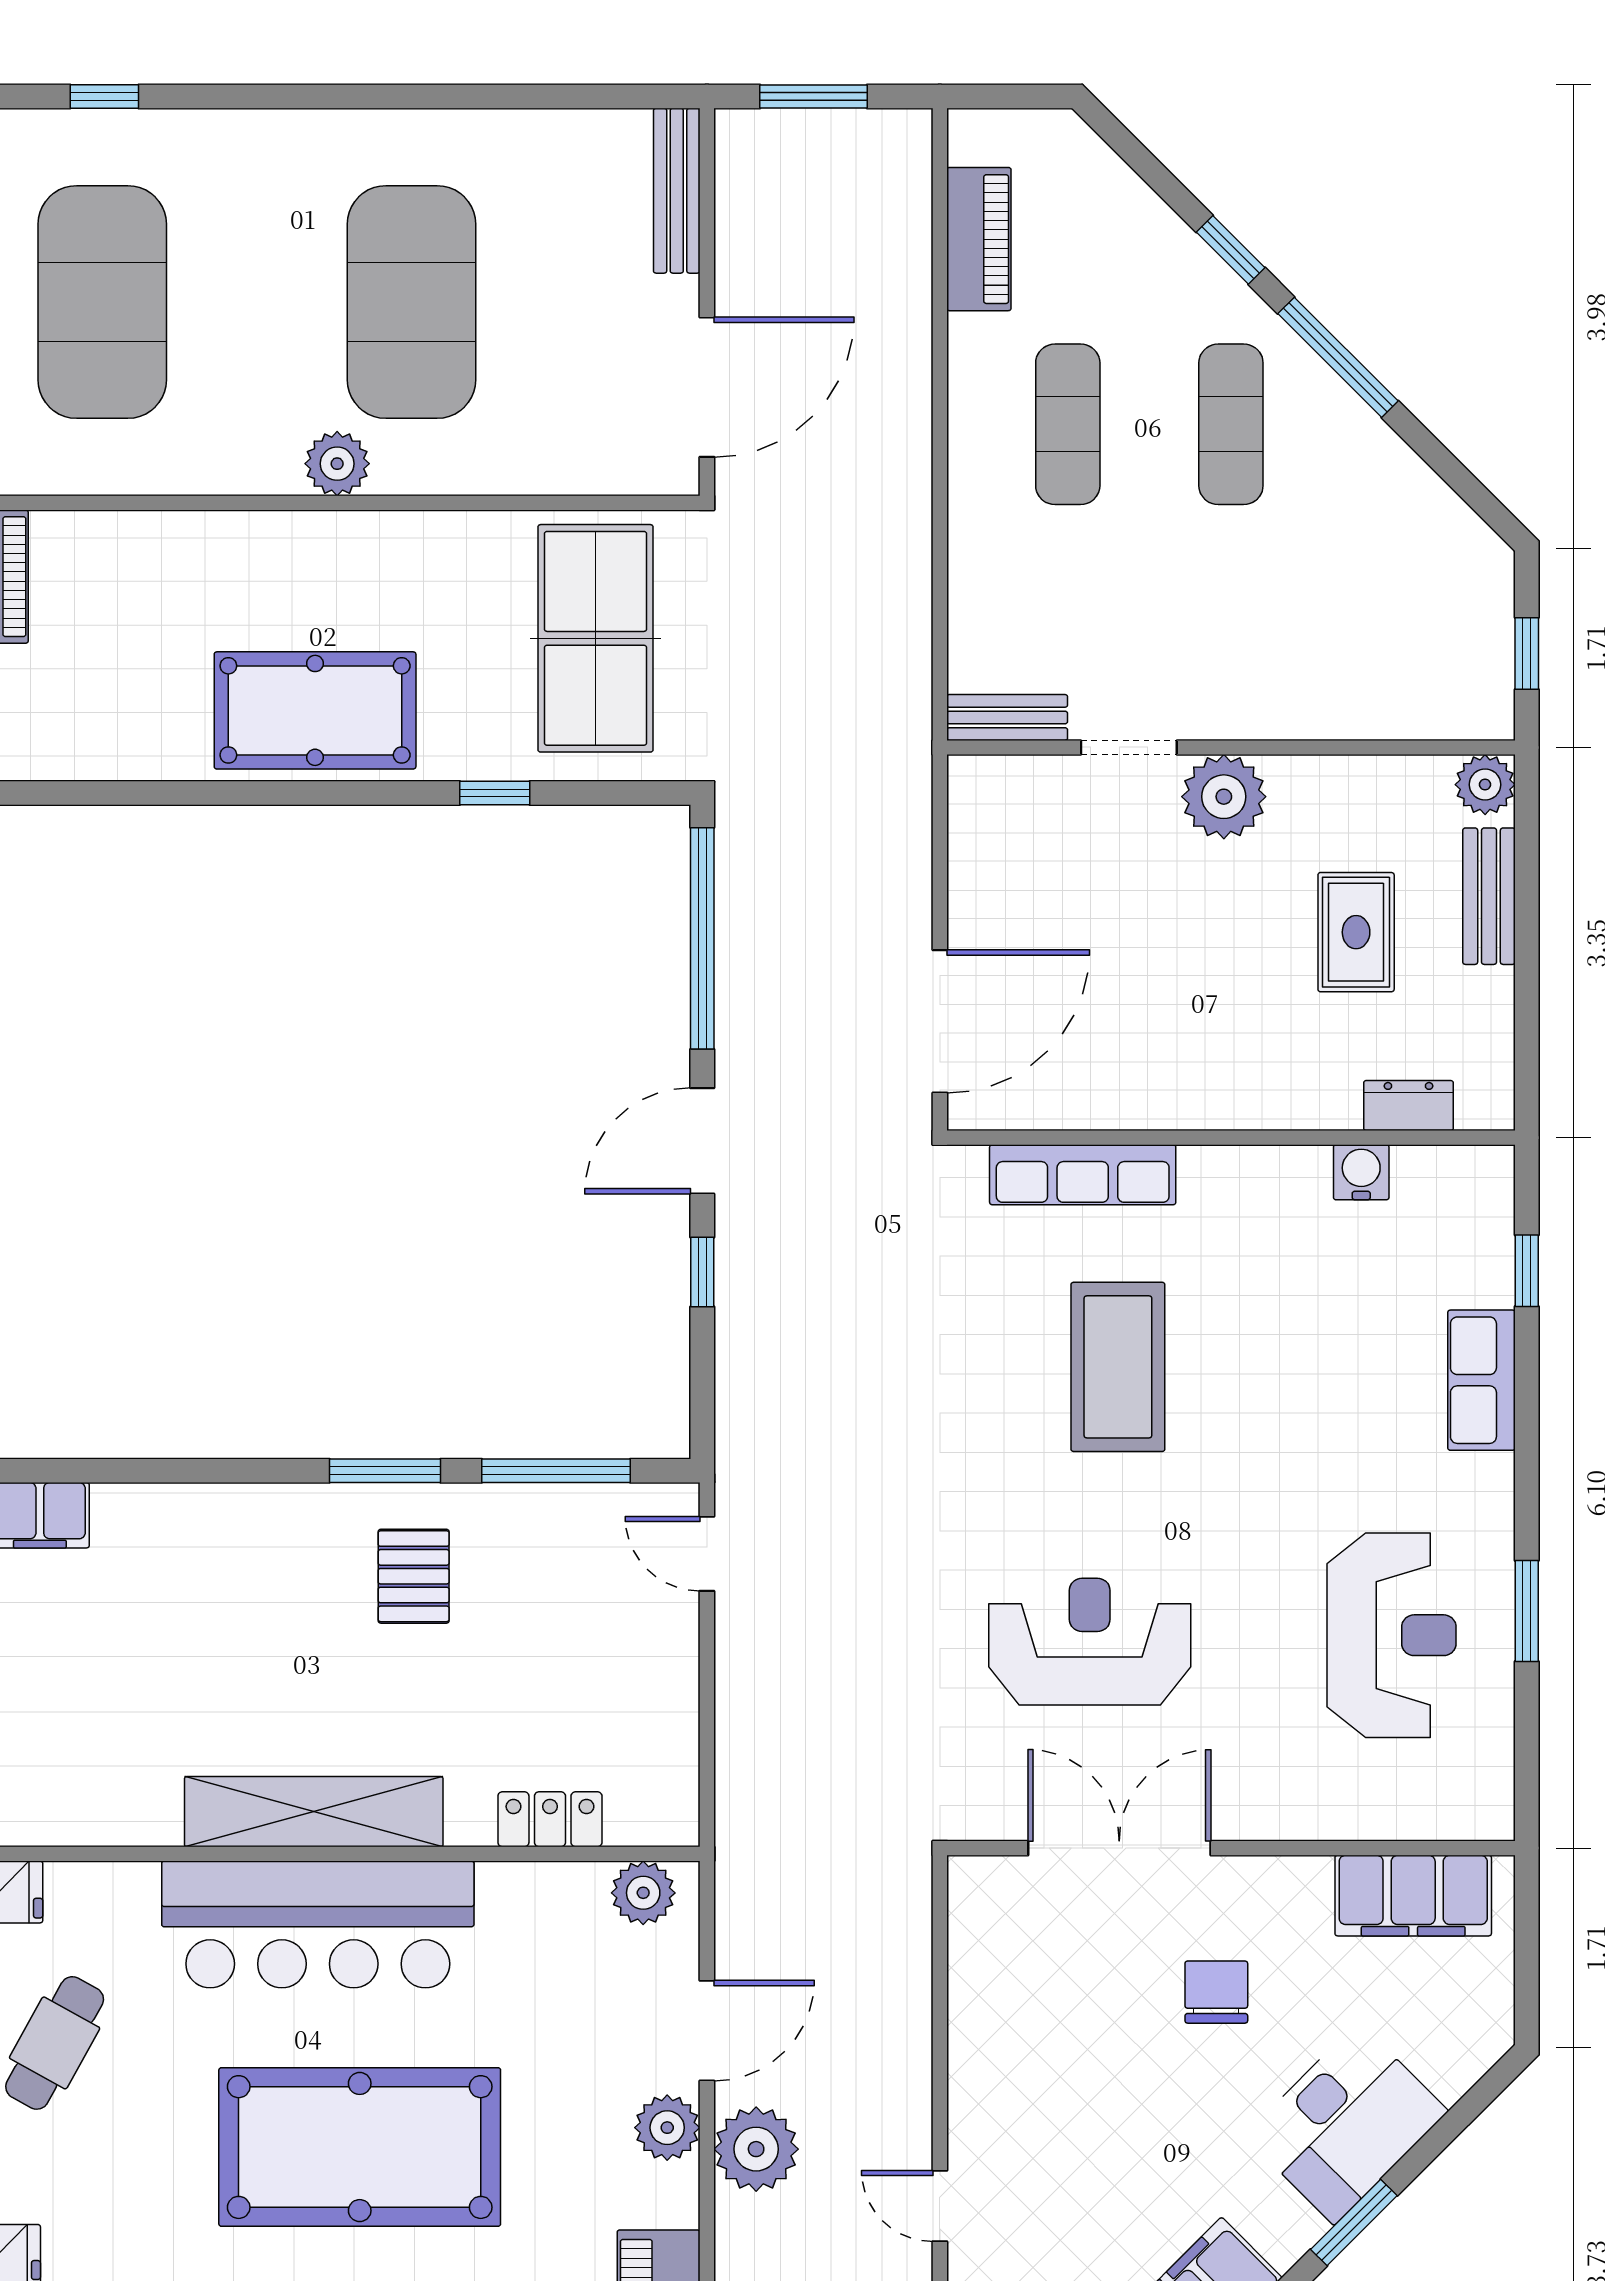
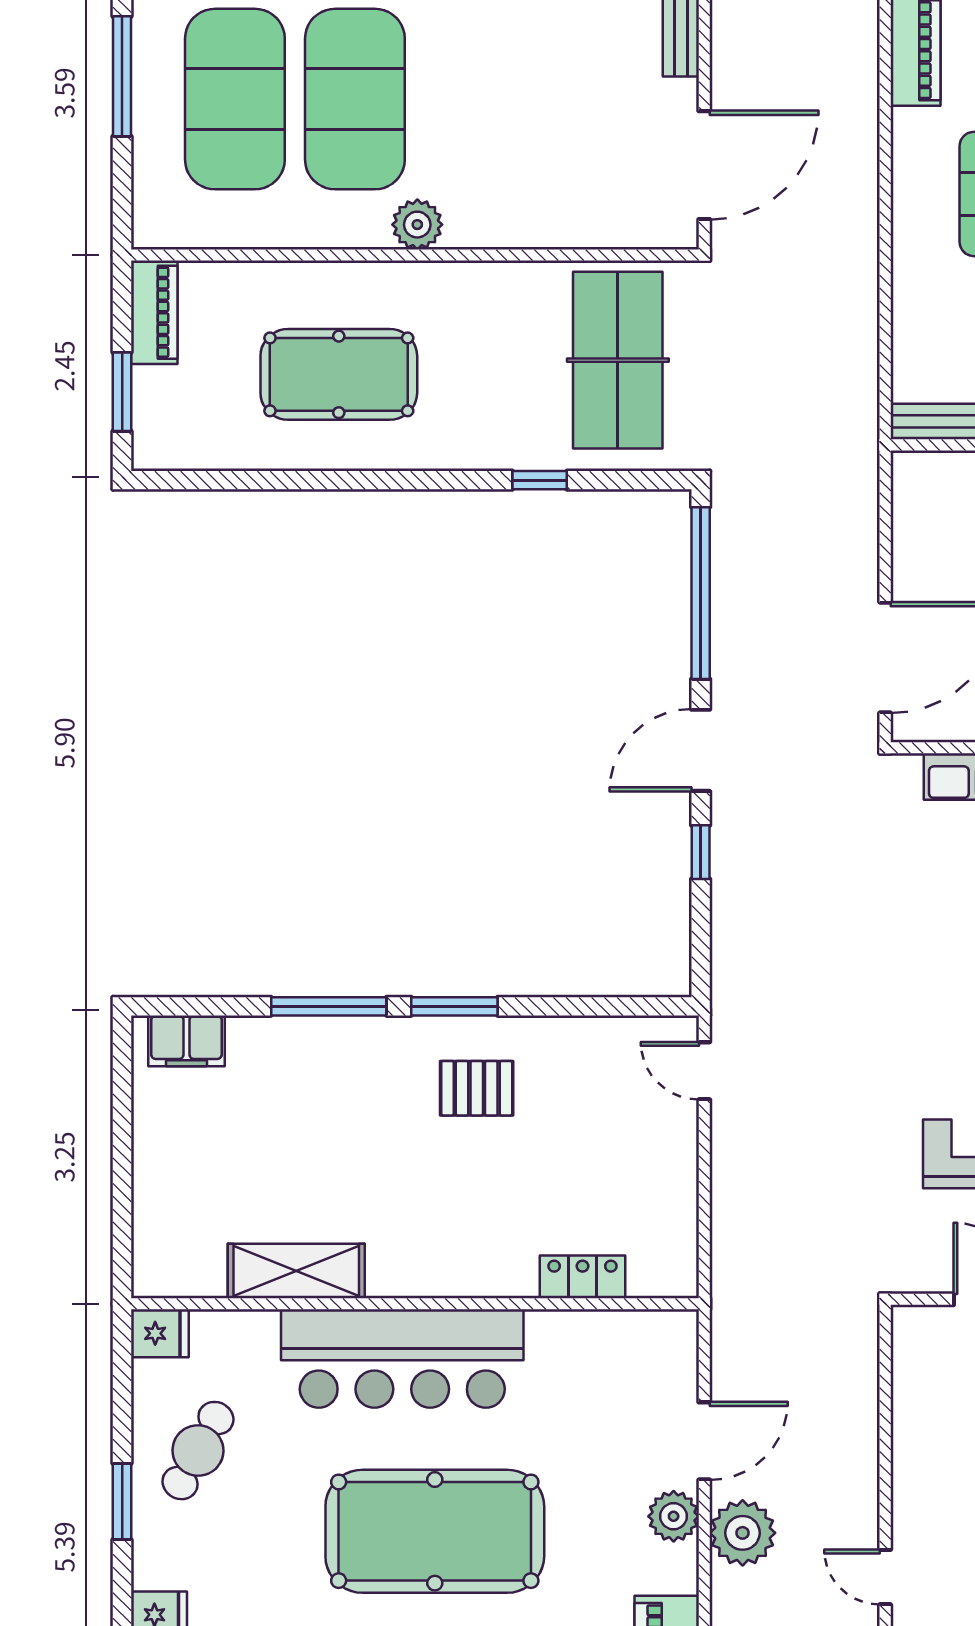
exercise mat: (411, 302) -> (355, 99), moved
pool table: (315, 710) -> (339, 374), moved
window: (556, 1471) -> (329, 1006), moved
pallet: (414, 1576) -> (477, 1088), turned 90
shelving: (314, 1812) -> (296, 1271), moved, width x0.68
plant: (643, 1893) -> (655, 1334), removed

